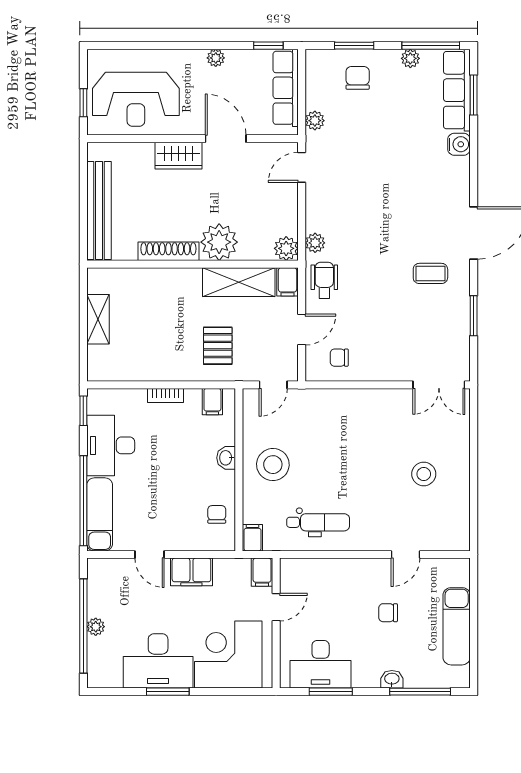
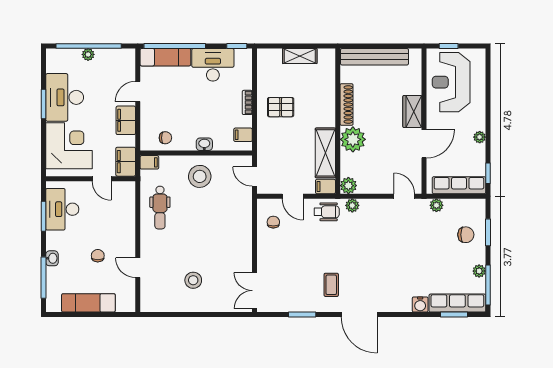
pallet: (218, 346) -> (281, 107), moved
filing cabinet: (262, 572) -> (126, 162), width x2.00

